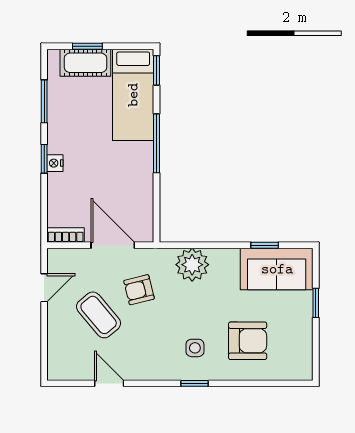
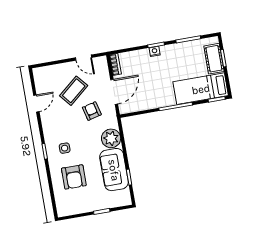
sofa: (277, 269) -> (114, 170), moved

